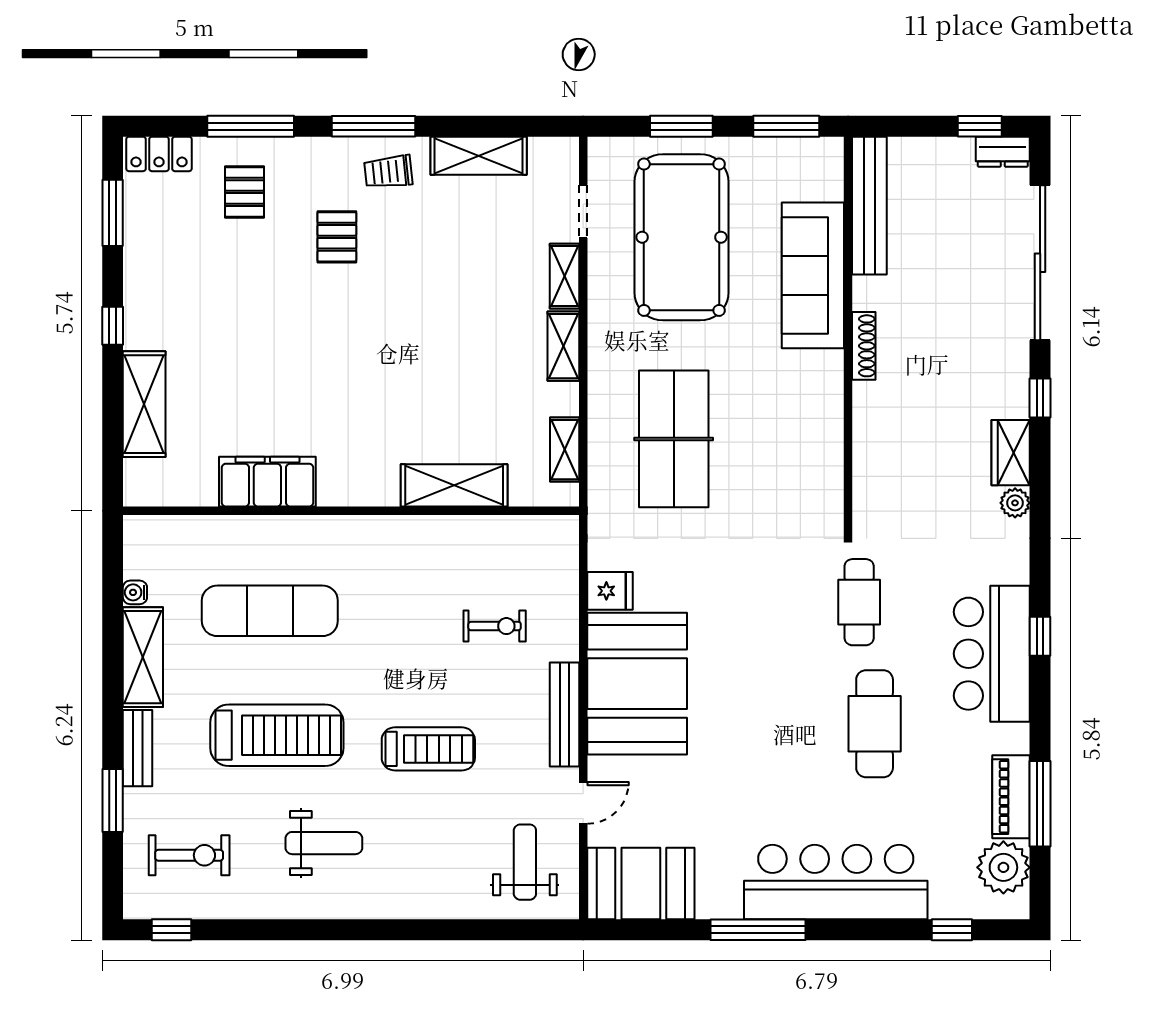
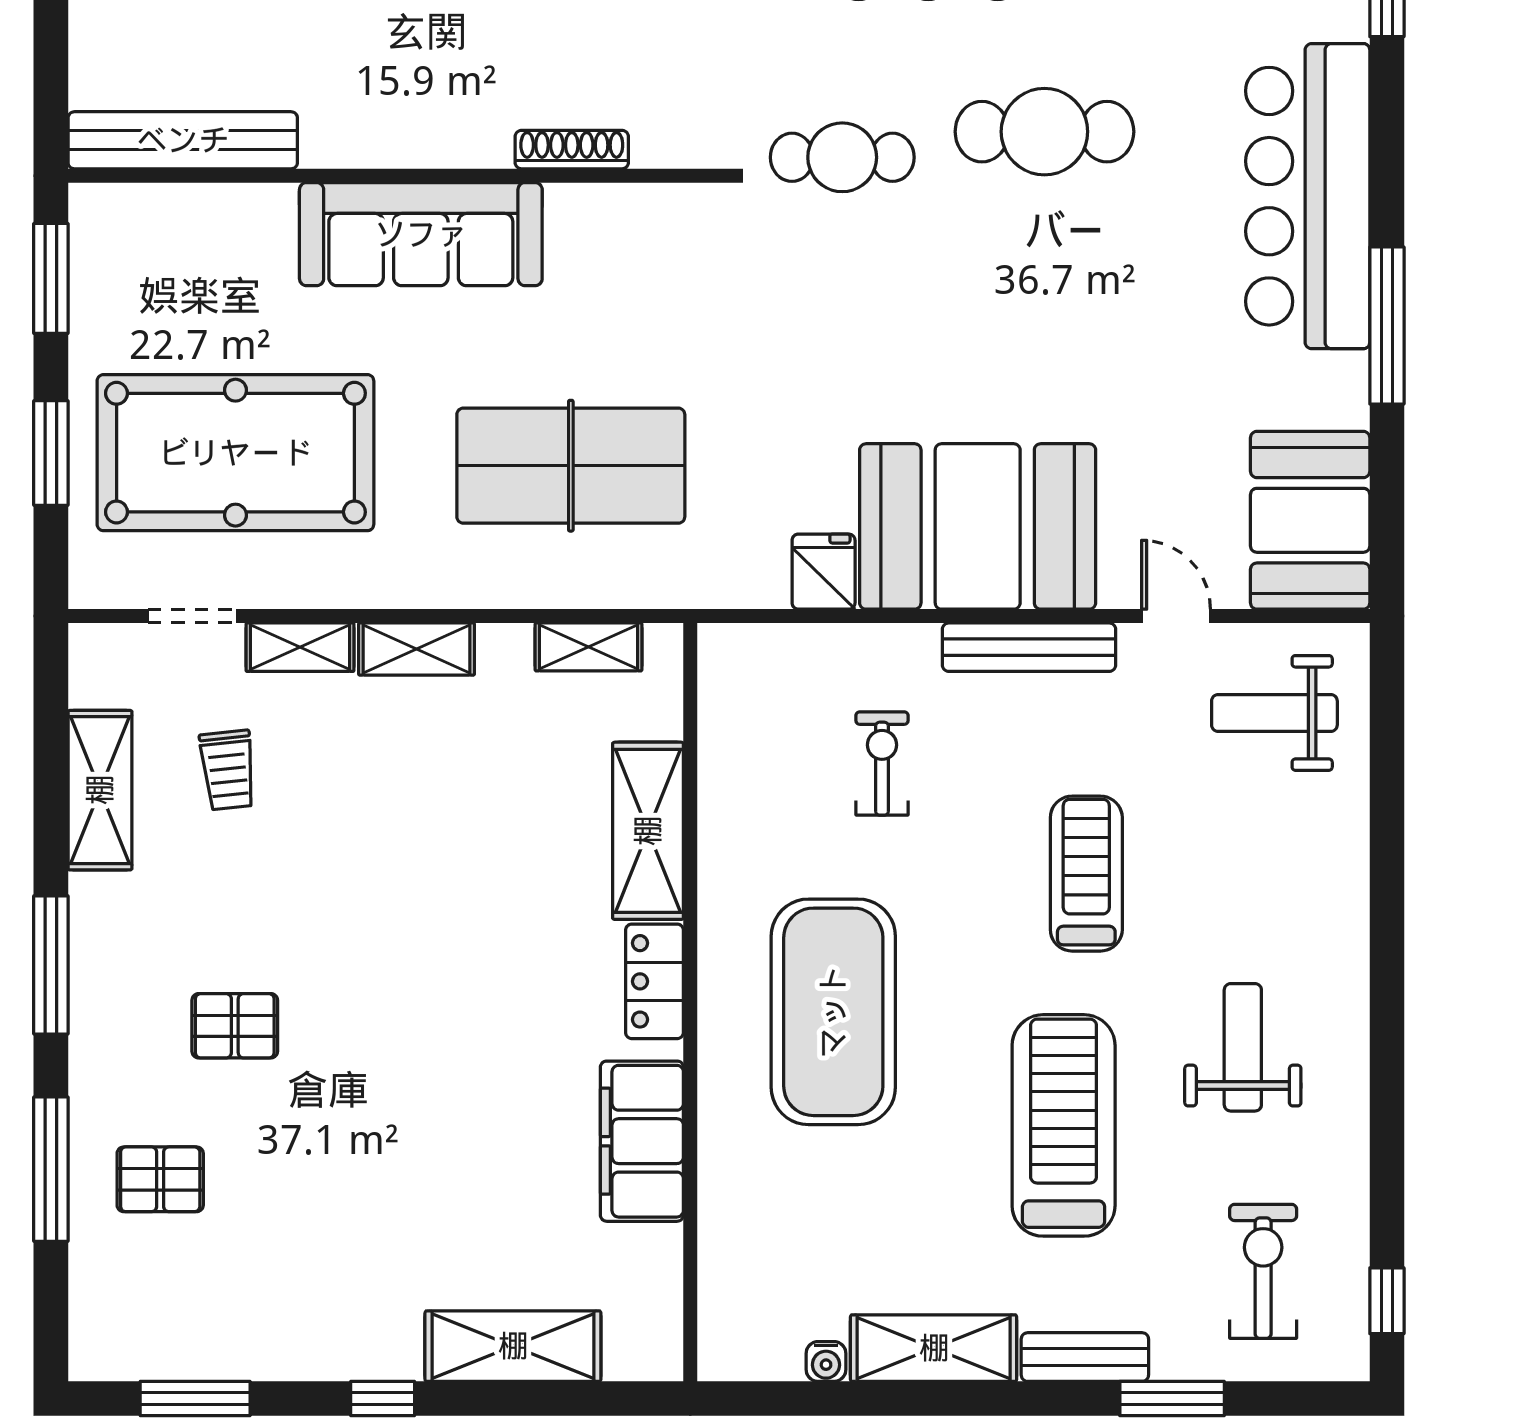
locker: (159, 154) -> (654, 981), moved, turned 180
trolley: (388, 172) -> (228, 770), moved
sofa: (813, 275) -> (421, 234), moved
shoe rack: (864, 346) -> (572, 150), moved
exercise mat: (270, 611) -> (833, 1012), moved, width x1.47

